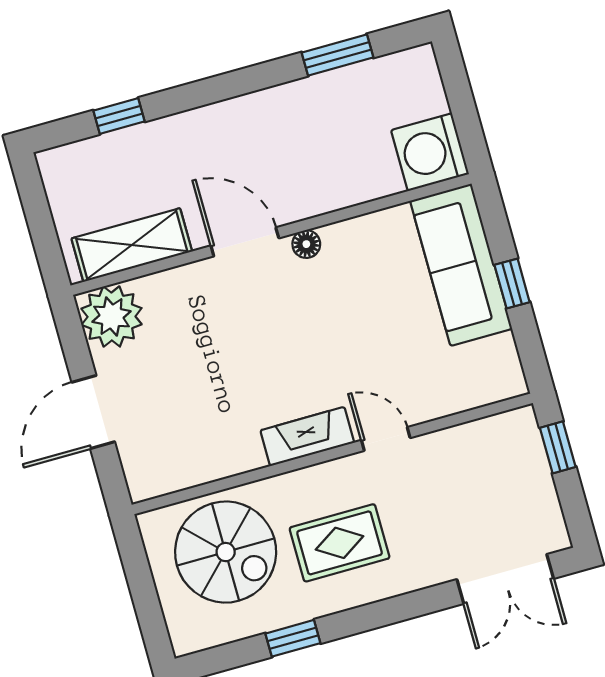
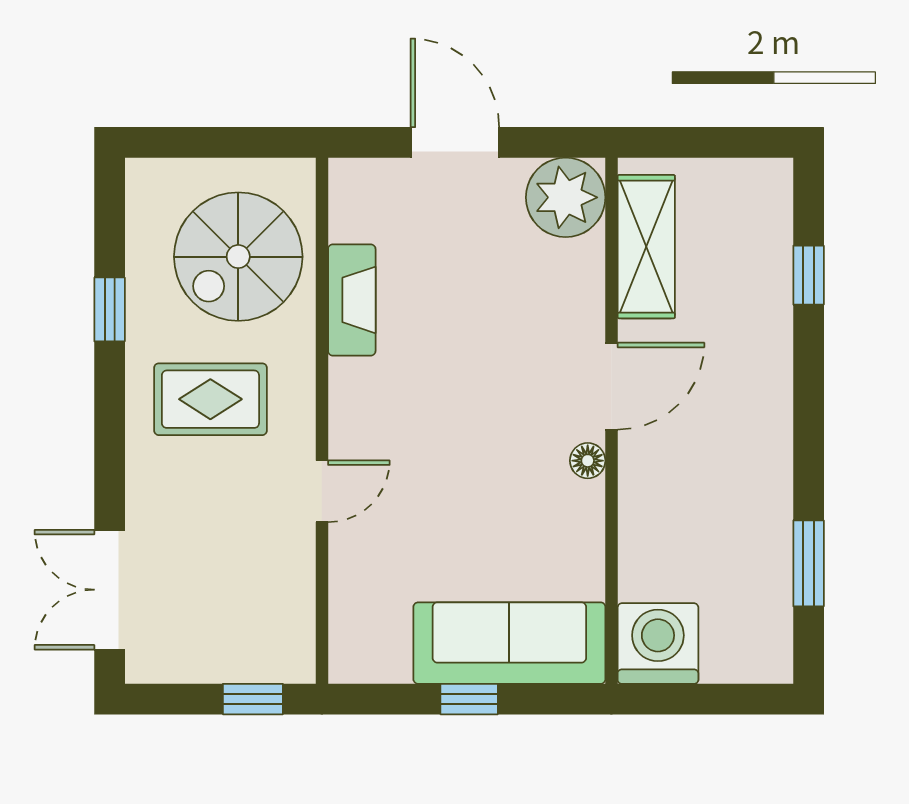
fireplace: (307, 436) -> (352, 300), moved
rug: (340, 543) -> (210, 399), turned 90

